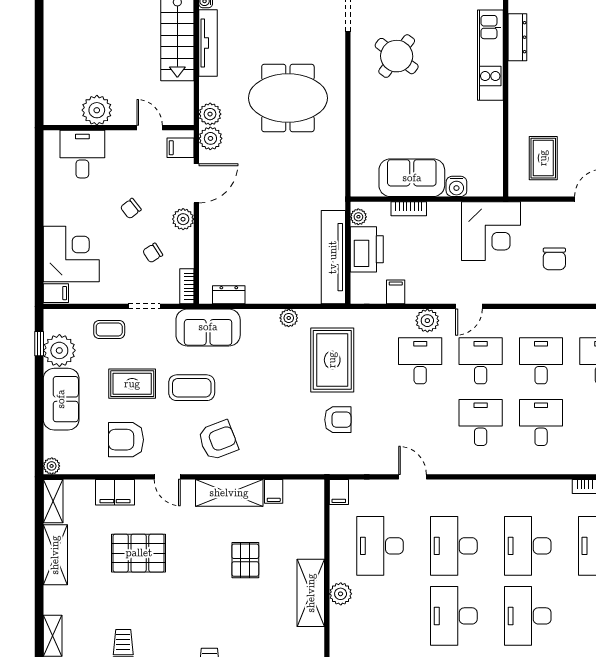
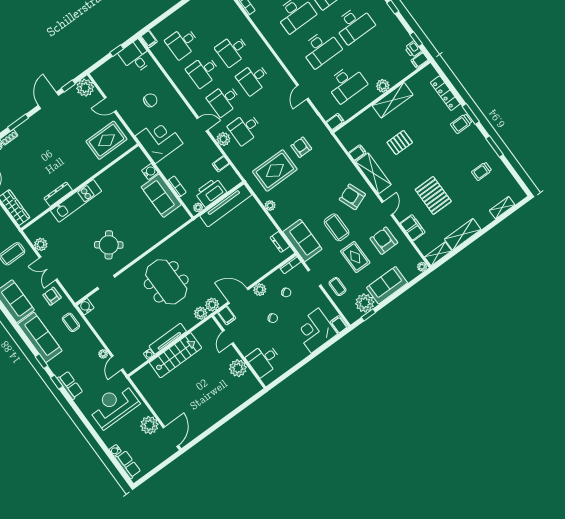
rug: (543, 158) -> (106, 140), width x1.36, depth x1.43
armchair: (126, 440) -> (384, 241), turned 180

